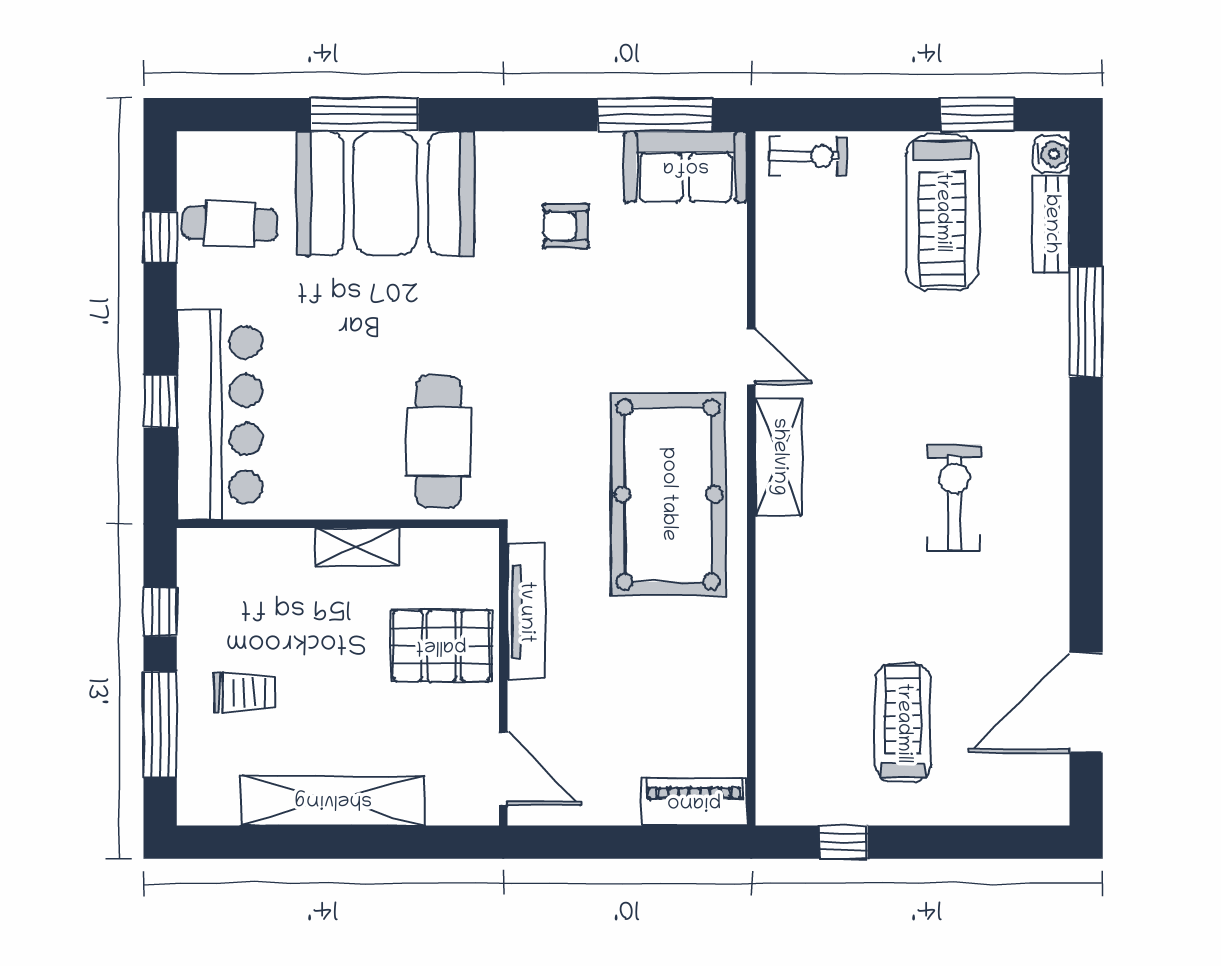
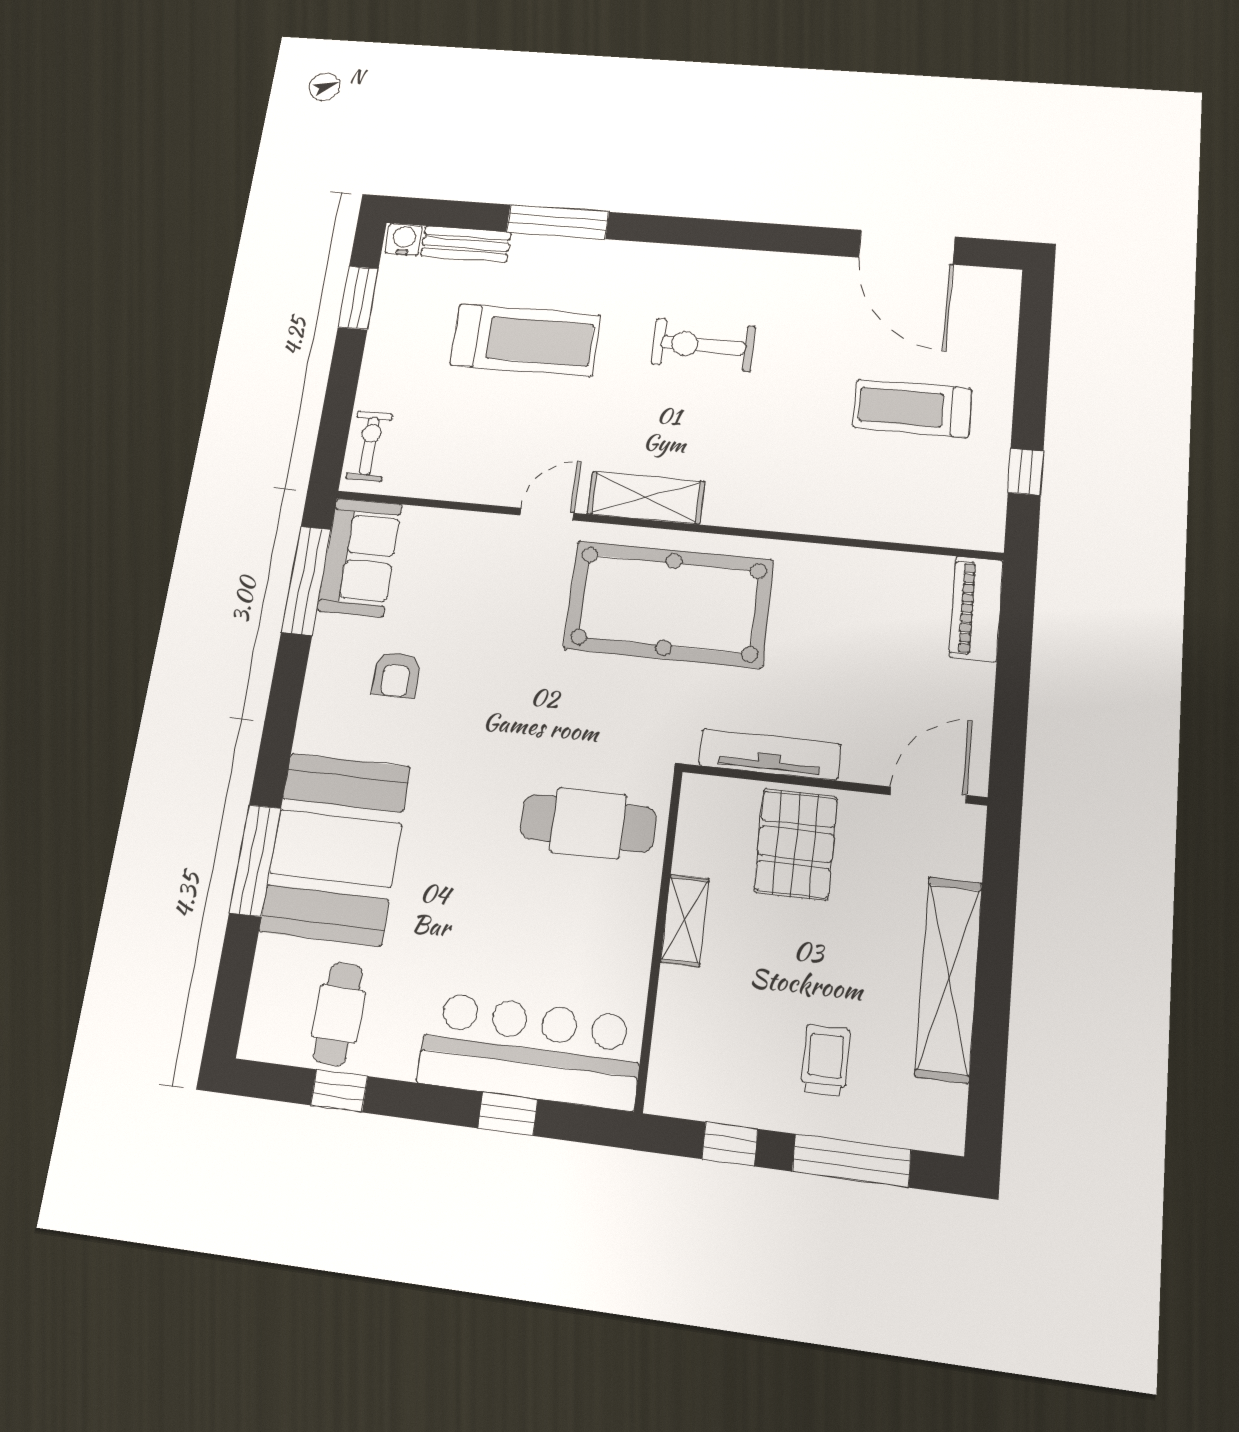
treadmill: (942, 212) -> (525, 340), moved

